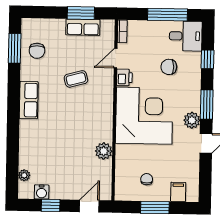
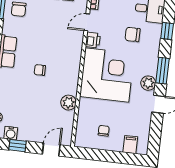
coffee table: (76, 79) -> (50, 37), removed
chair: (68, 117) -> (40, 70), added
window: (155, 207) -> (109, 156), removed

